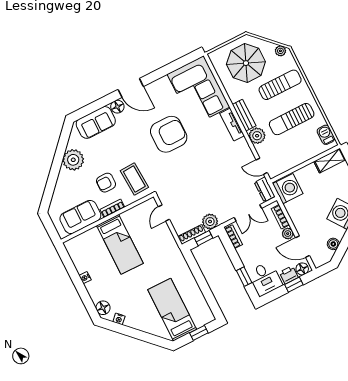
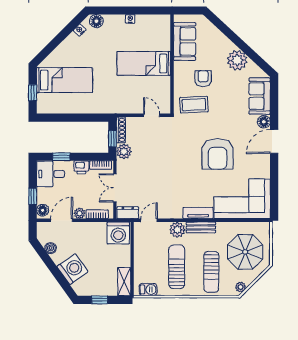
bookcase: (112, 208) -> (178, 73), removed
printer: (289, 275) -> (81, 167), moved, turned 90

